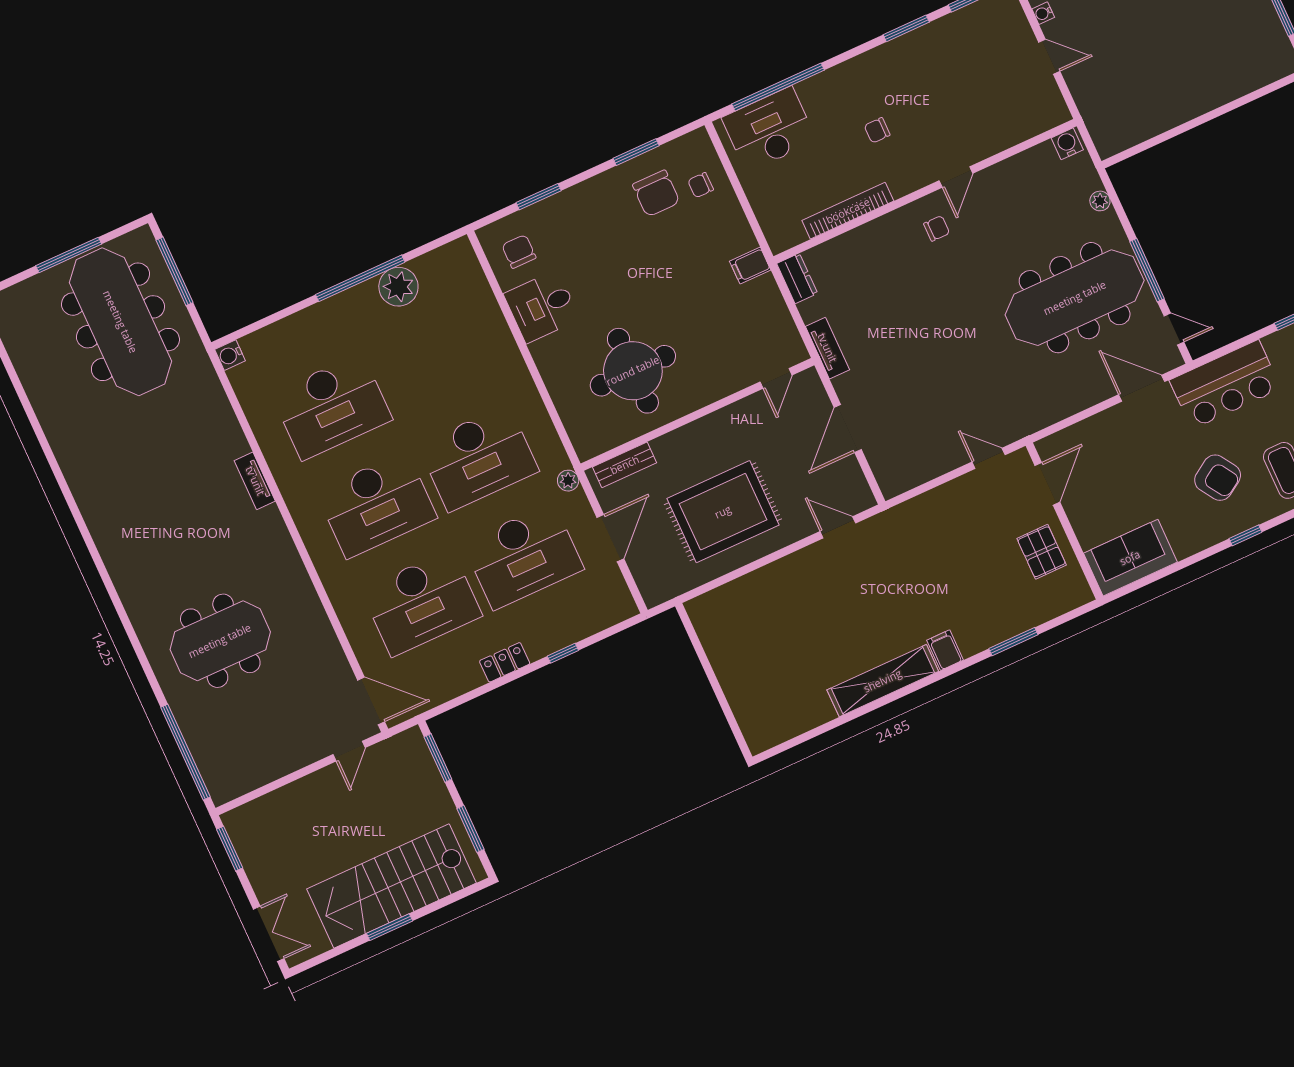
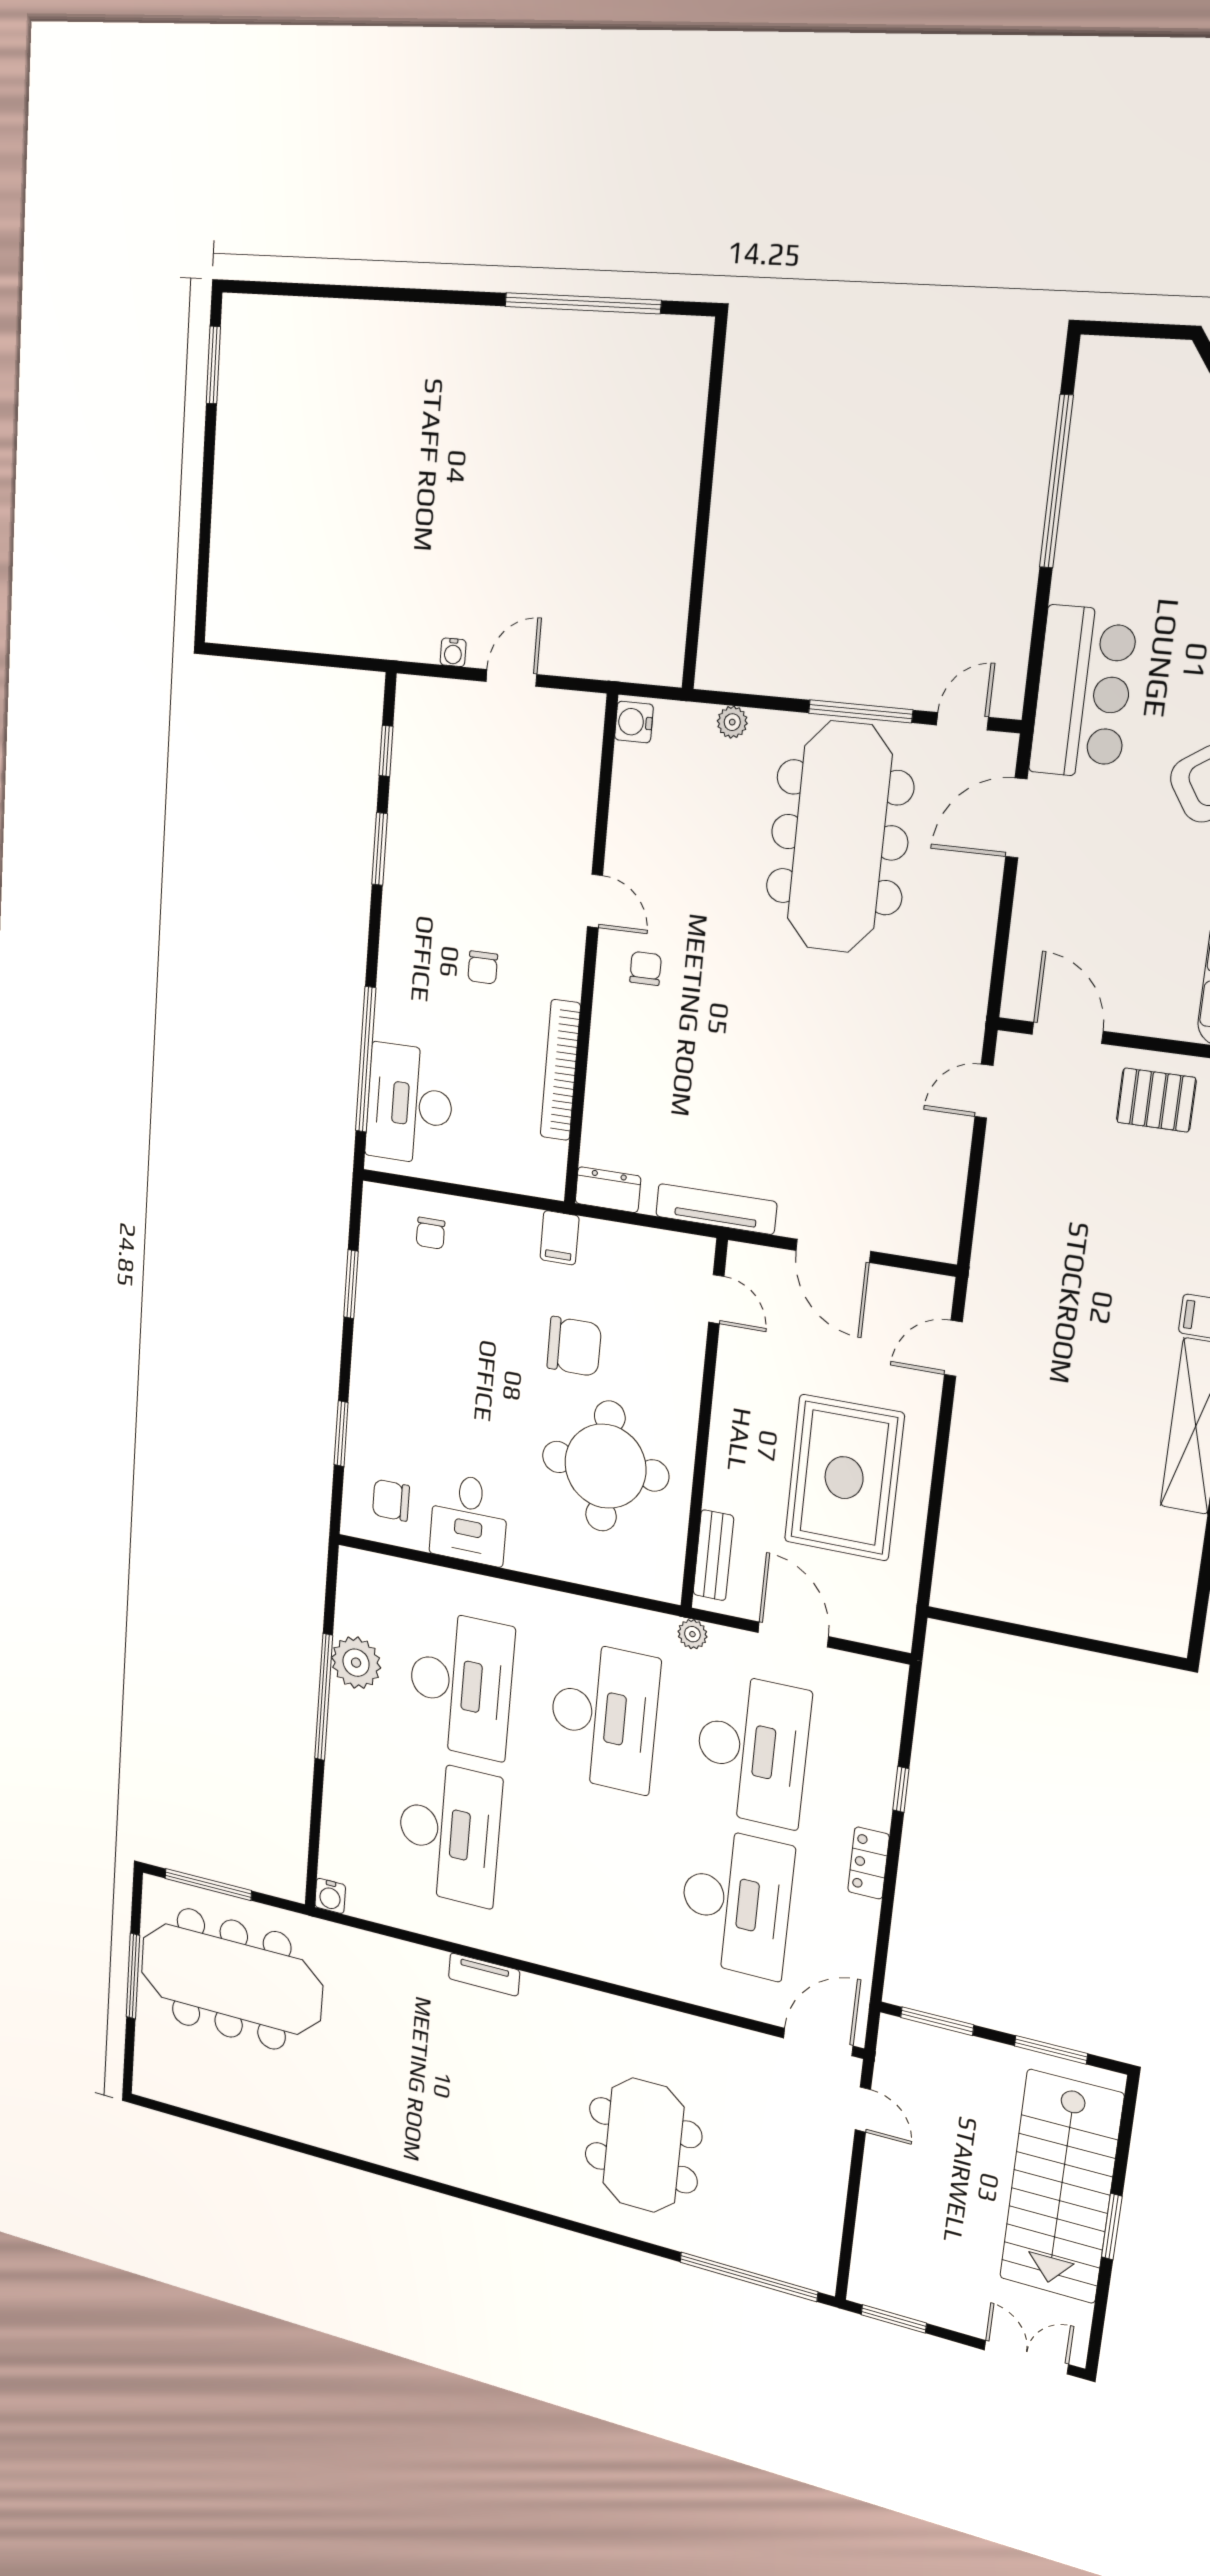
chair: (656, 193) -> (574, 1346), moved
tv unit: (827, 348) -> (716, 1209), width x1.41
desk: (377, 505) -> (461, 1684), moved

